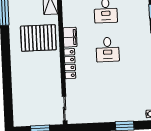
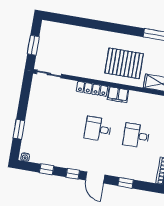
pallet: (38, 38) -> (124, 63), turned 90

